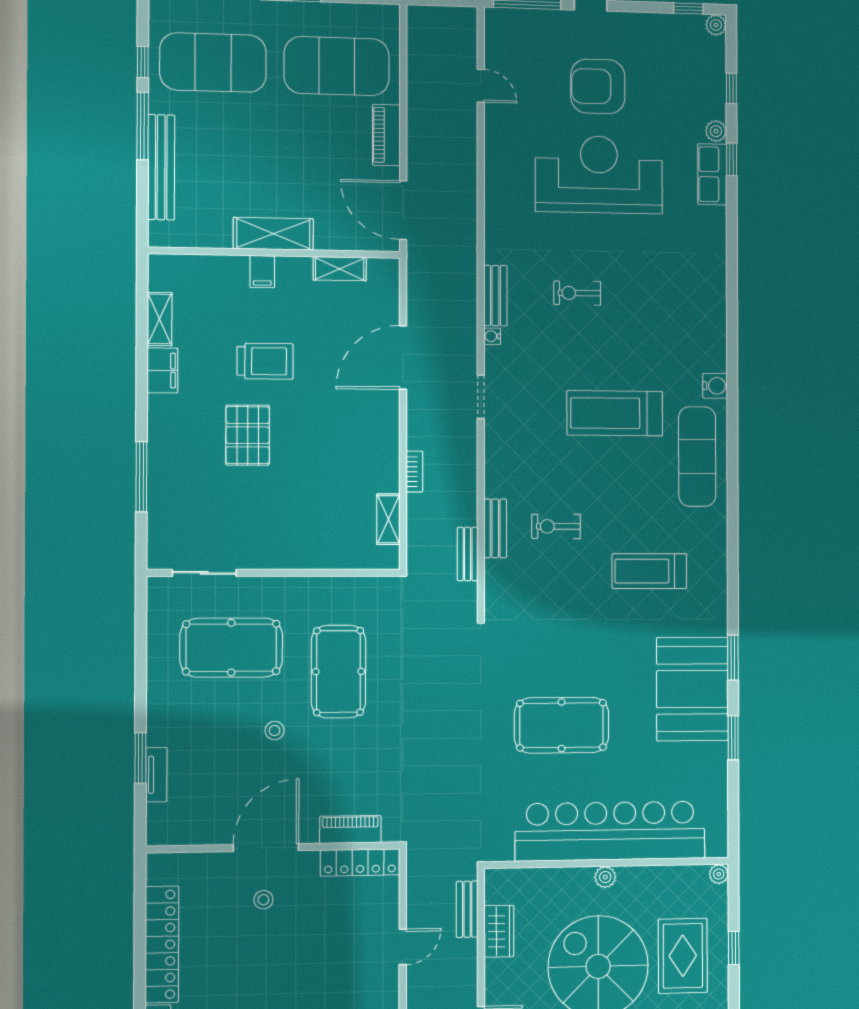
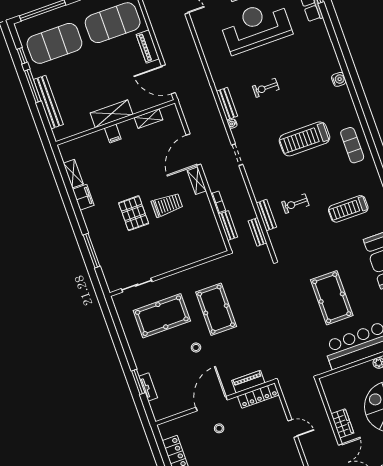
trolley: (265, 361) -> (167, 205), moved
water cooler: (715, 386) -> (339, 79), moved
exercise mat: (697, 457) -> (352, 145), width x0.73, depth x0.69
shelving: (388, 519) -> (197, 181), moved
pool table: (562, 725) -> (332, 298), turned 90
bench: (467, 909) -> (228, 226), moved
wardrobe: (499, 931) -> (342, 423), moved
door: (403, 947) -> (293, 429), hinge flipped

